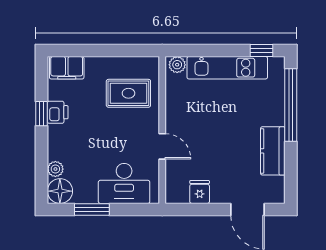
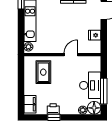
desk: (124, 183) -> (90, 85), moved
window: (92, 209) -> (104, 91), width x1.44

